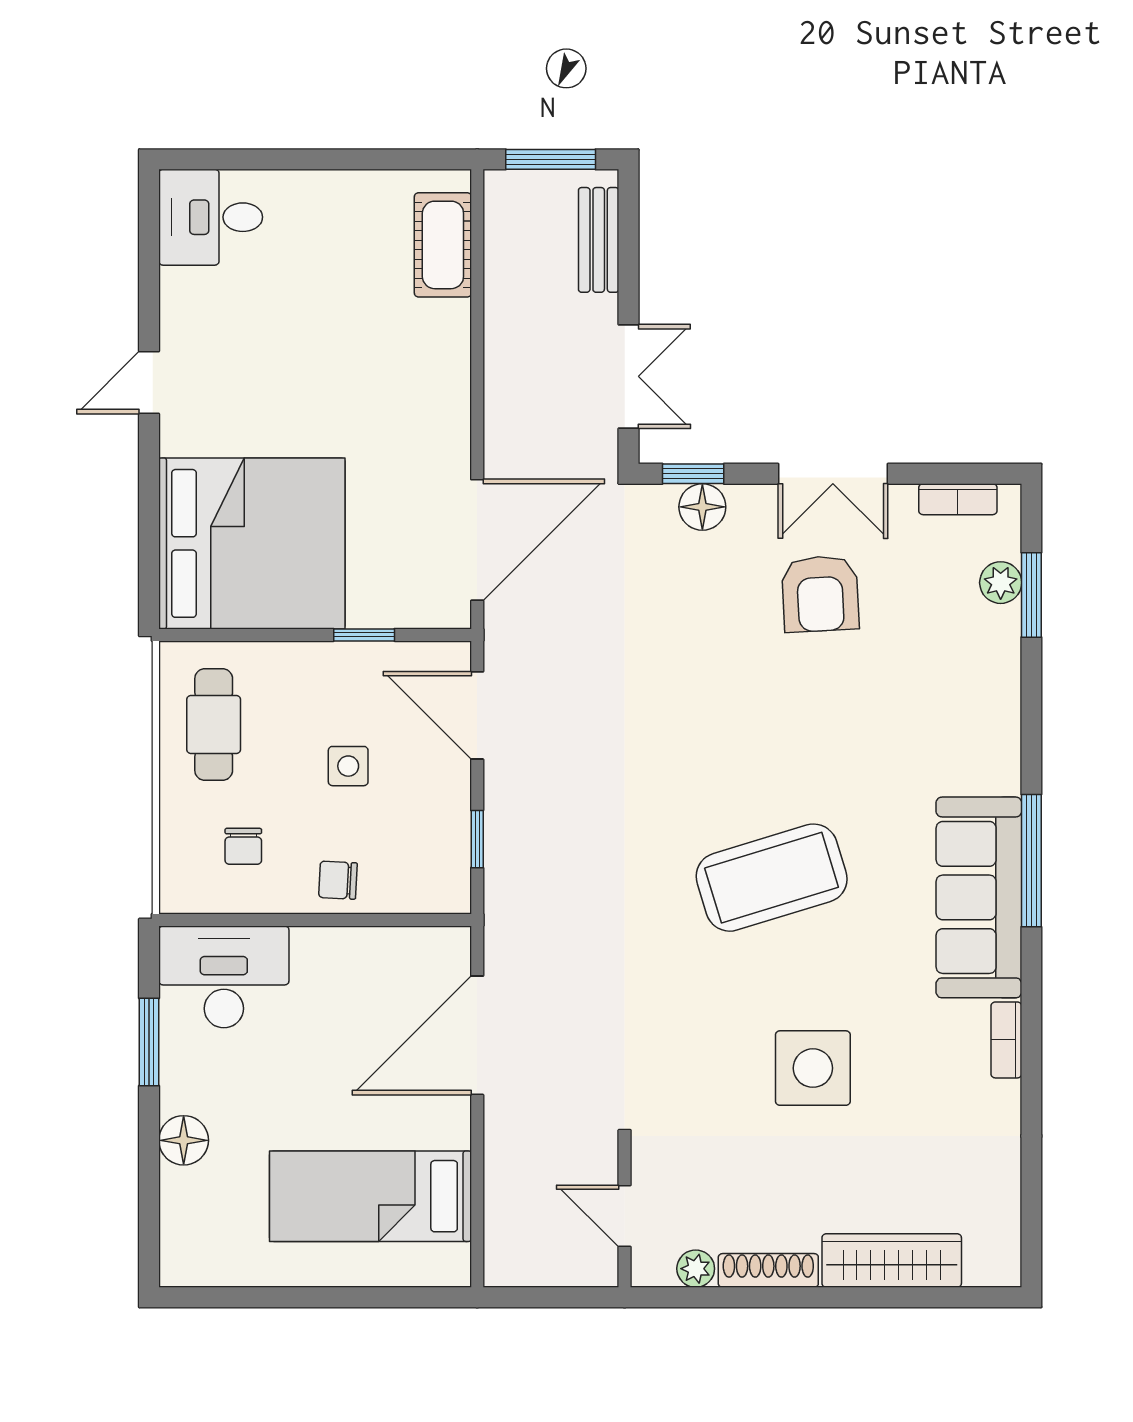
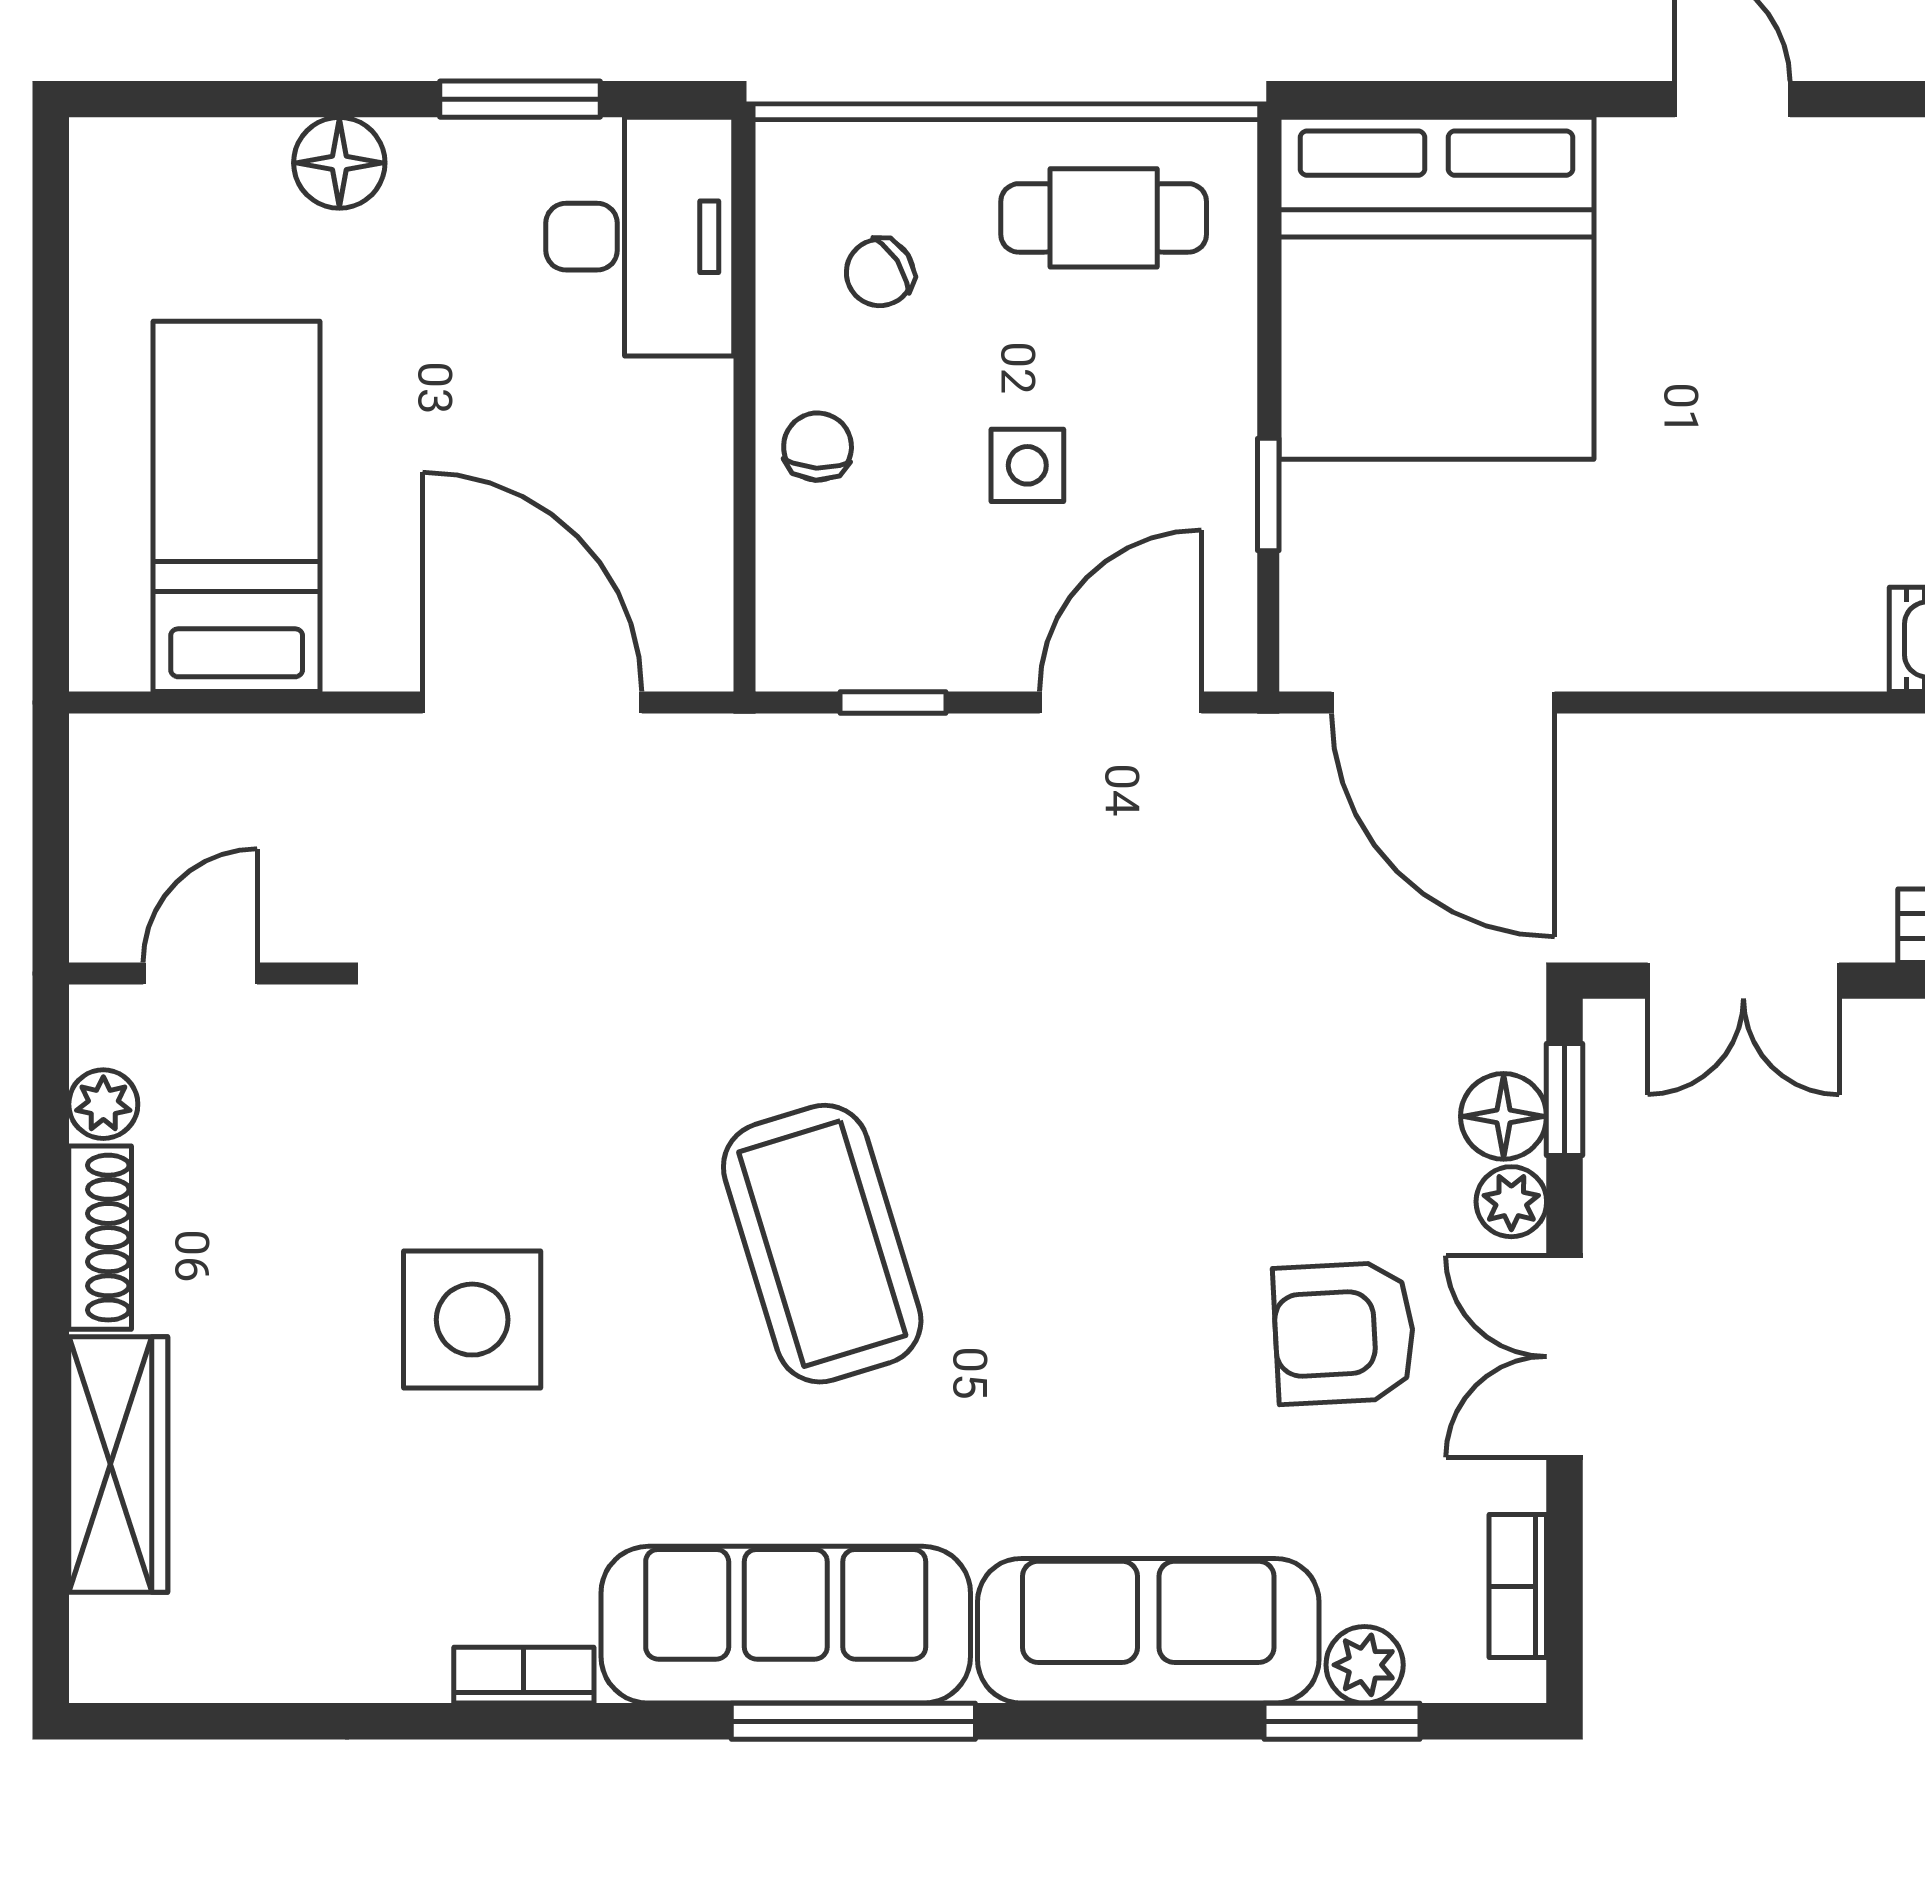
plant: (749, 503) -> (1511, 1202), added
sofa: (982, 700) -> (1148, 1631), added
chair: (243, 846) -> (880, 273), turned -33

